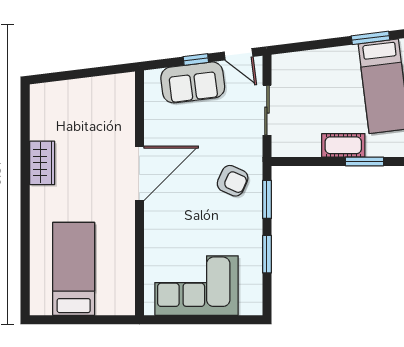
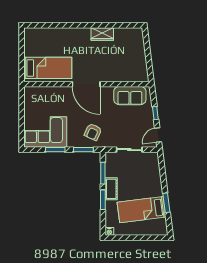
sofa: (193, 82) -> (130, 96), moved, turned -83
window: (313, 161) -> (103, 173), added
door: (139, 173) -> (86, 84), moved
bed: (74, 269) -> (48, 68), moved
corner sofa: (197, 286) -> (45, 132), moved, turned -90

